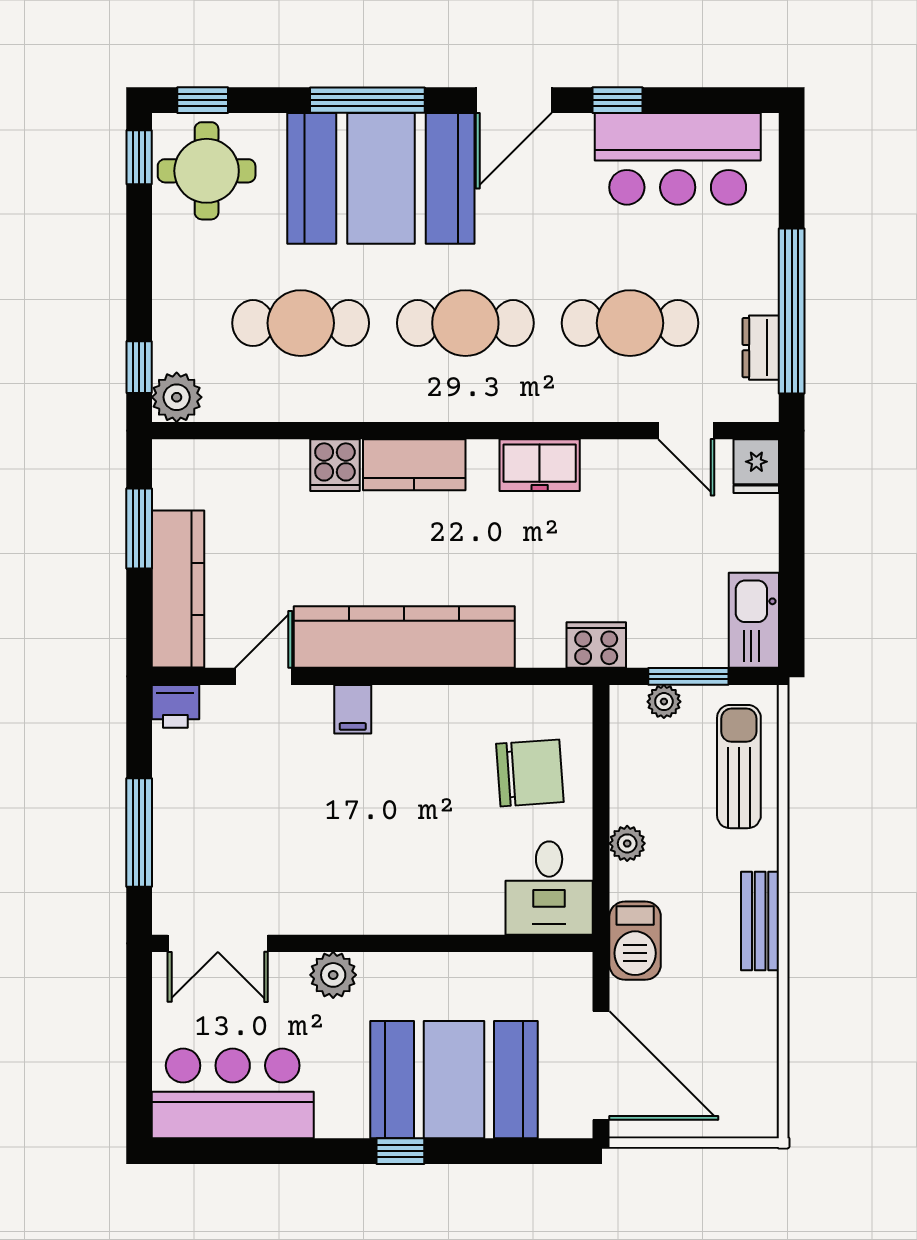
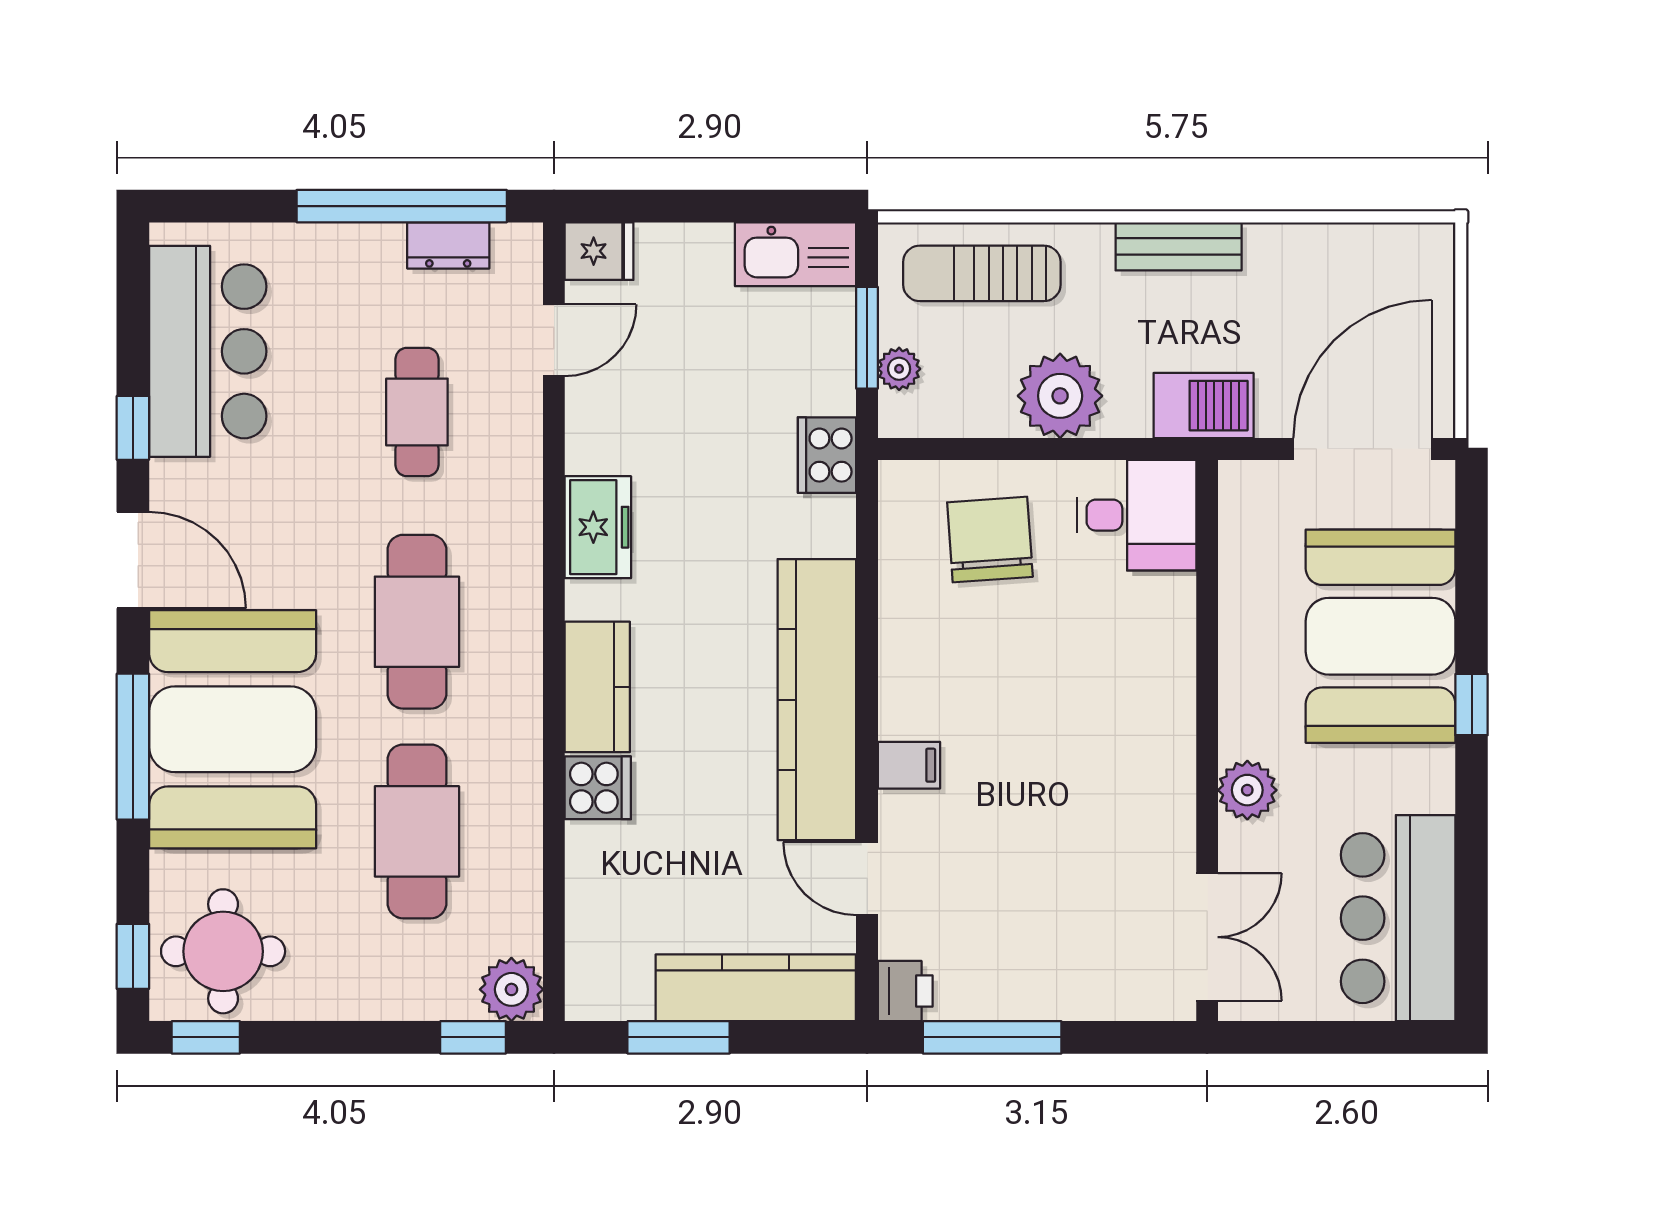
cafe table: (630, 323) -> (417, 412), width x0.73, depth x0.74
window: (139, 833) -> (992, 1037), moved
plant: (627, 843) -> (1060, 396), width x1.88, depth x1.88

